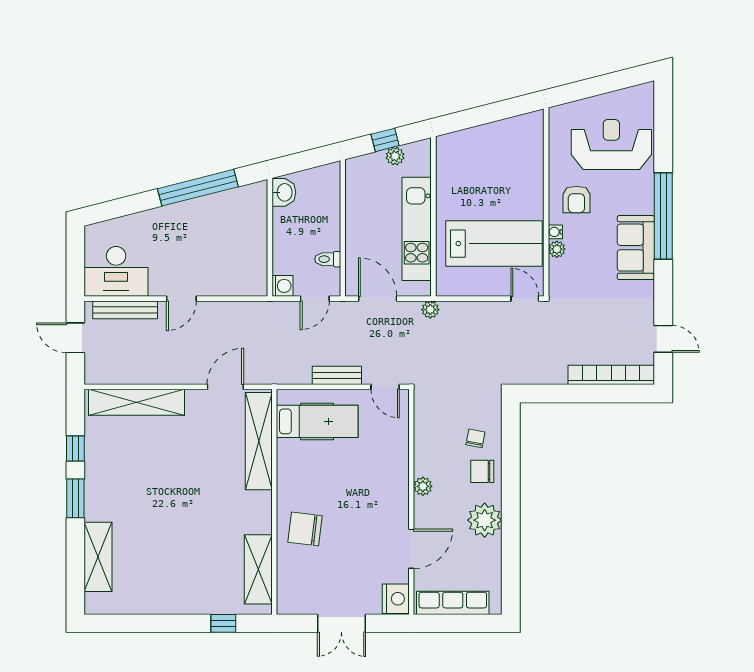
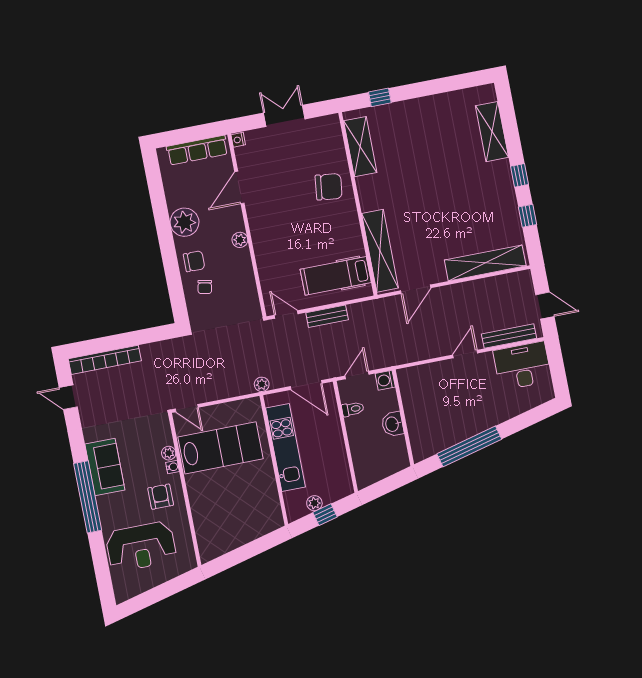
washbasin: (284, 192) -> (393, 424), moved
lab bench: (494, 244) -> (220, 448), turned 180
window: (75, 498) -> (520, 175), width x0.67
nightstand: (396, 599) -> (238, 140), width x0.53, depth x0.56

